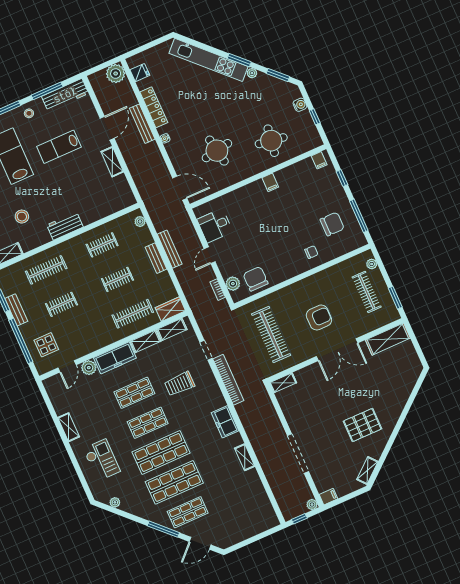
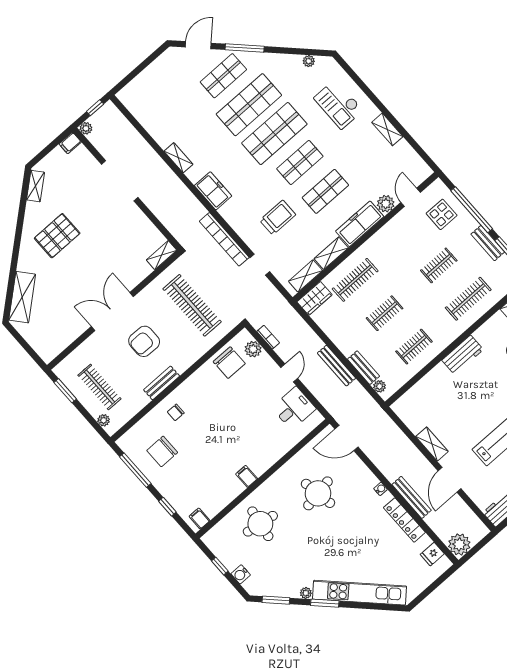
bench: (156, 258) -> (363, 368), moved
bench: (315, 280) -> (162, 383), added
shelving: (388, 339) -> (22, 297), moved, turned -40

